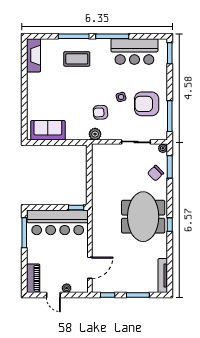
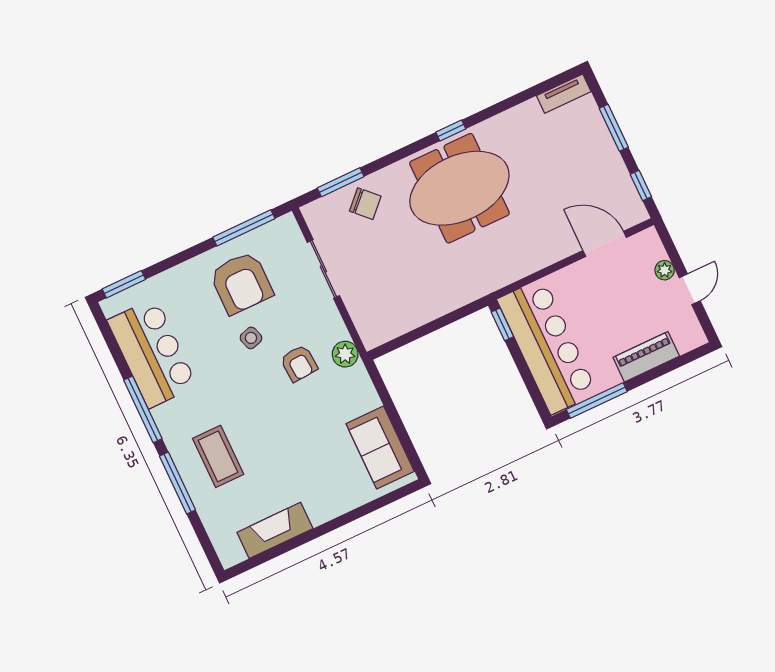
fireplace: (34, 55) -> (275, 530), moved
plant: (163, 148) -> (311, 212), removed
tv unit: (163, 276) -> (564, 94), width x0.71
piano: (33, 278) -> (646, 357), moved

